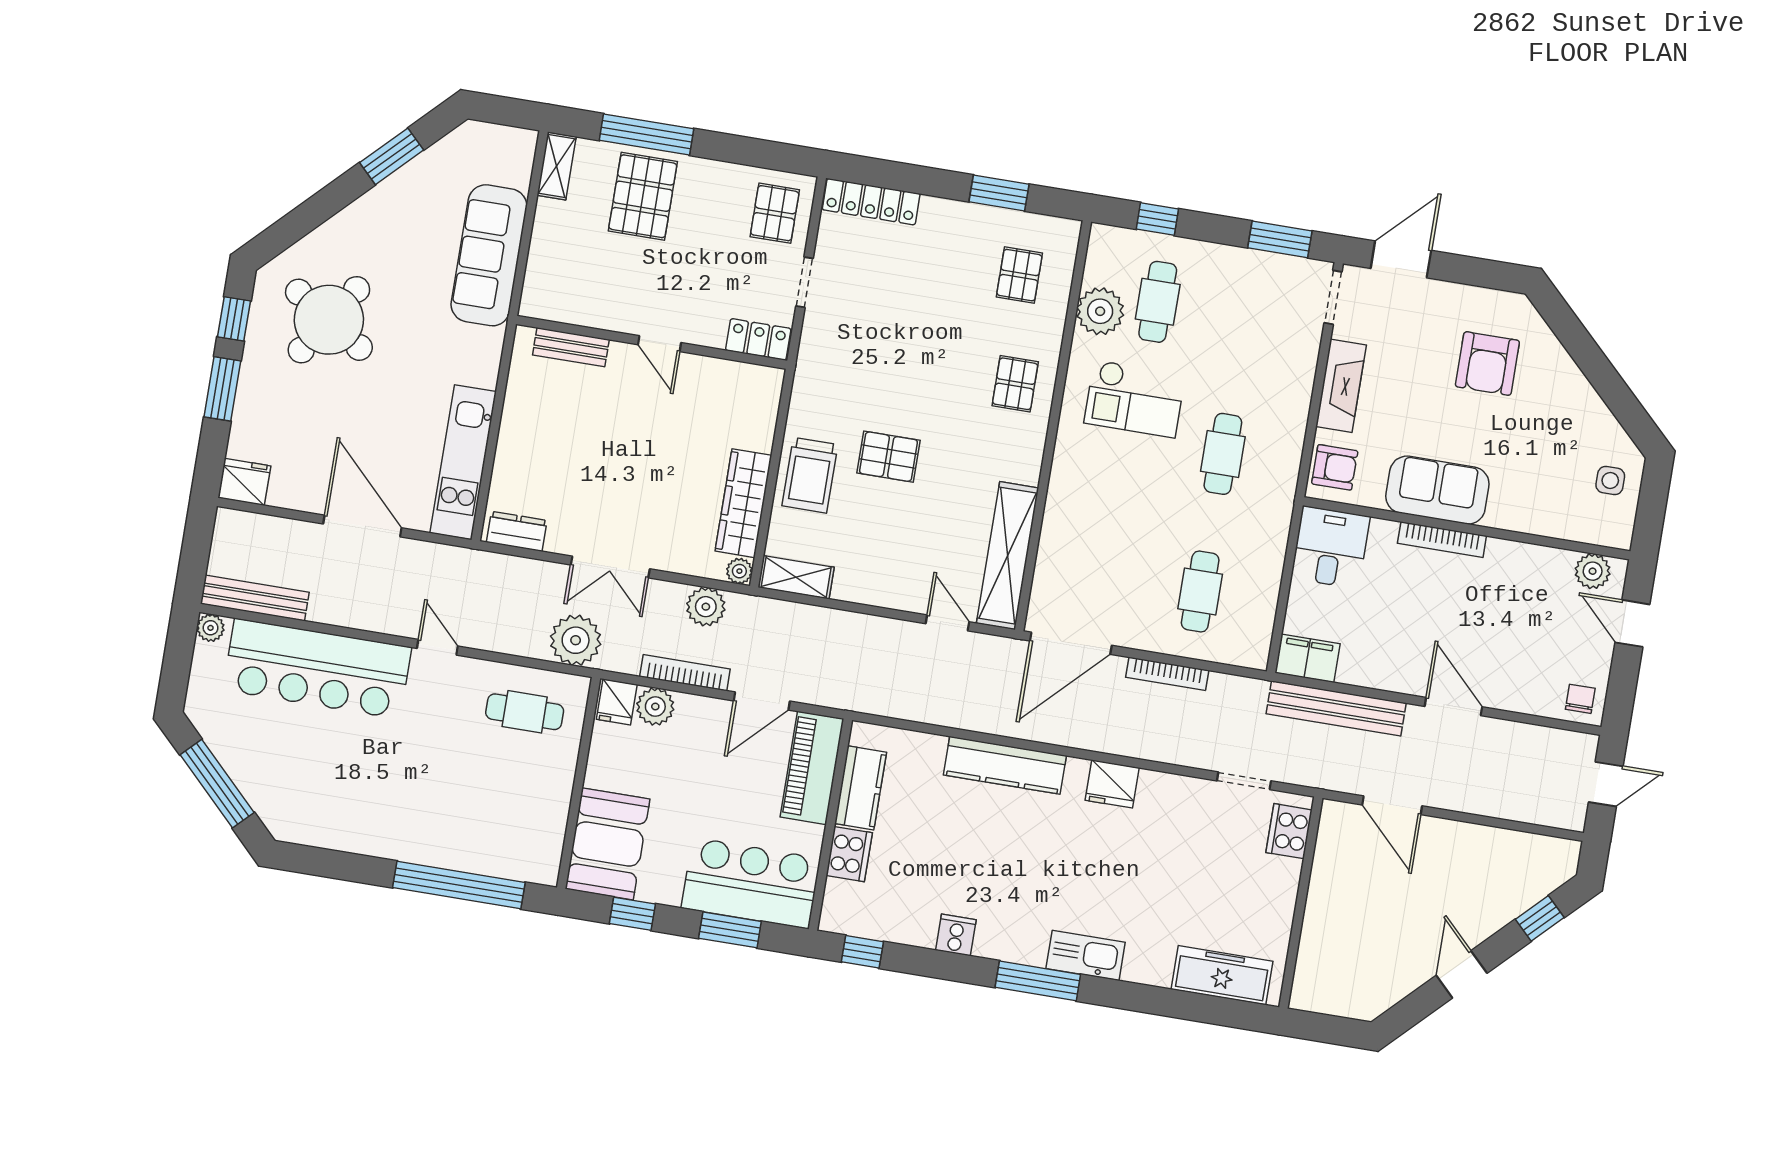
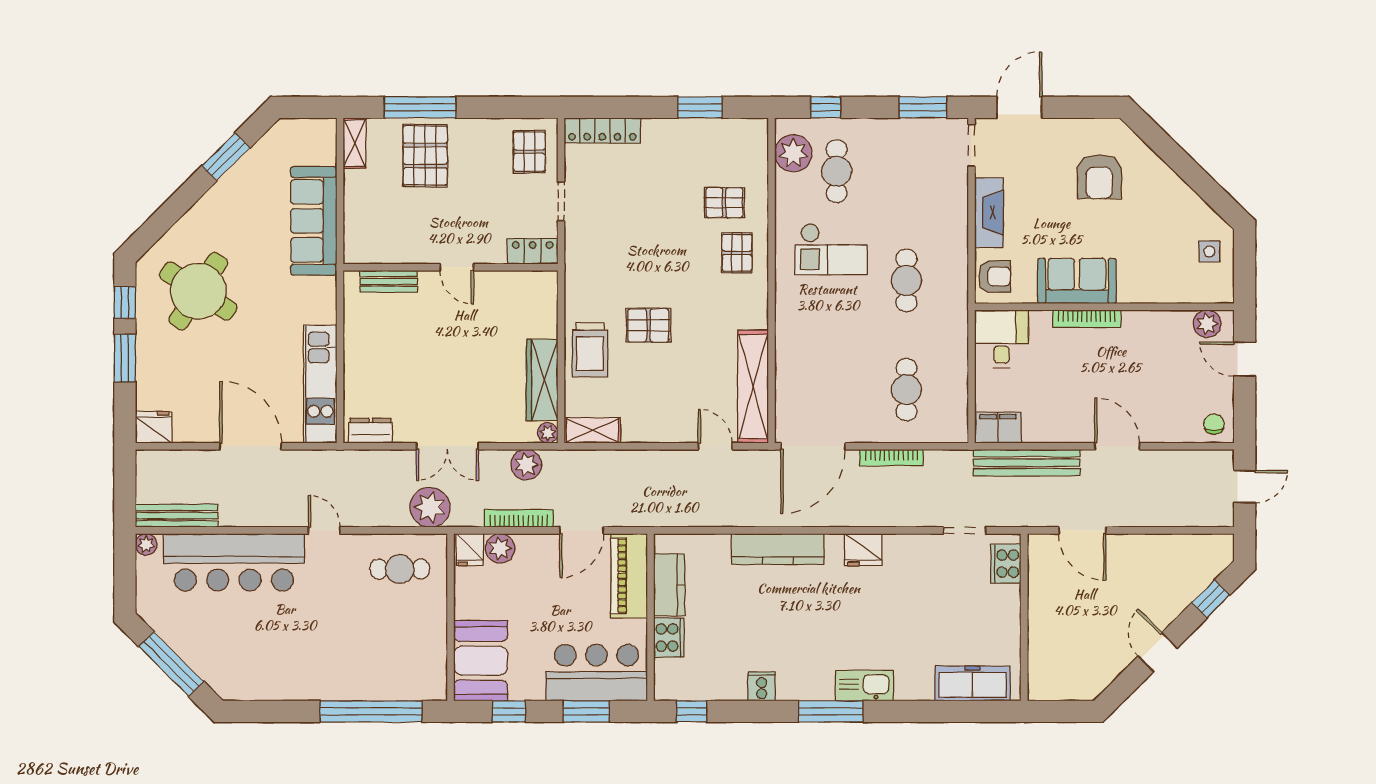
pallet: (1019, 275) -> (724, 203), moved, turned 90
plant: (1100, 311) -> (793, 153), moved

